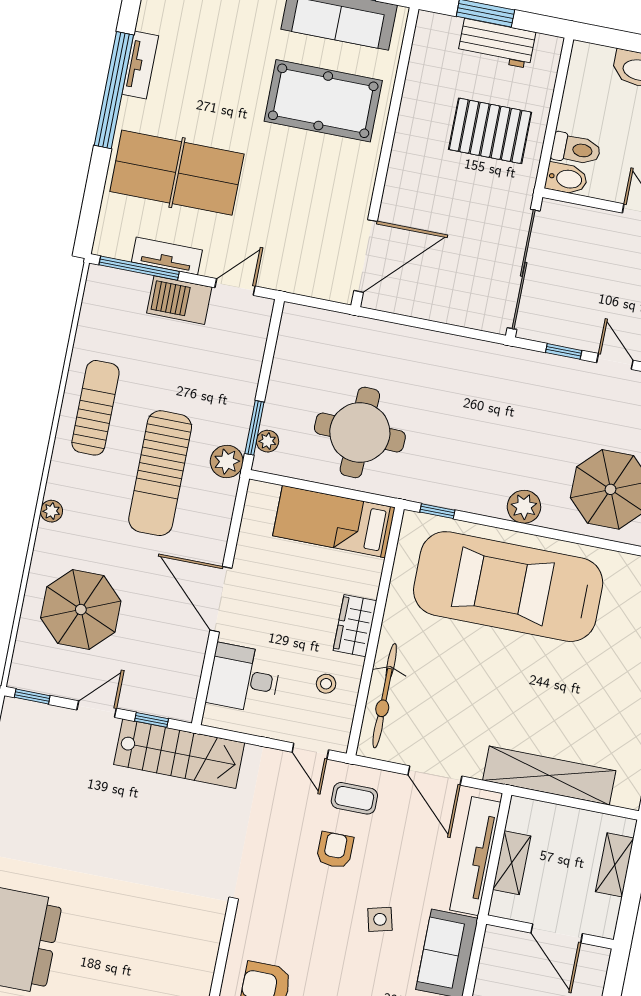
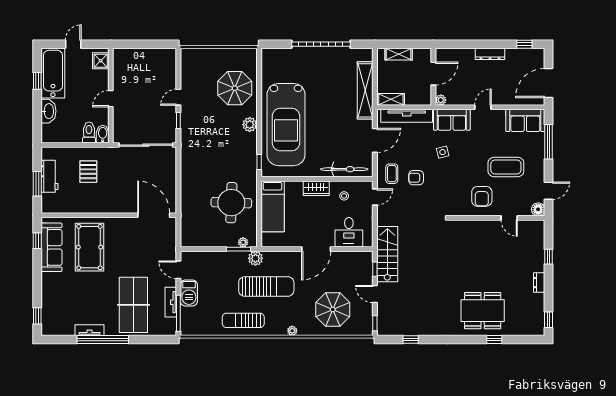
pallet: (490, 131) -> (88, 172), width x0.67, depth x0.71
shelving: (512, 863) -> (391, 99), moved
plant: (496, 938) -> (441, 100), added

